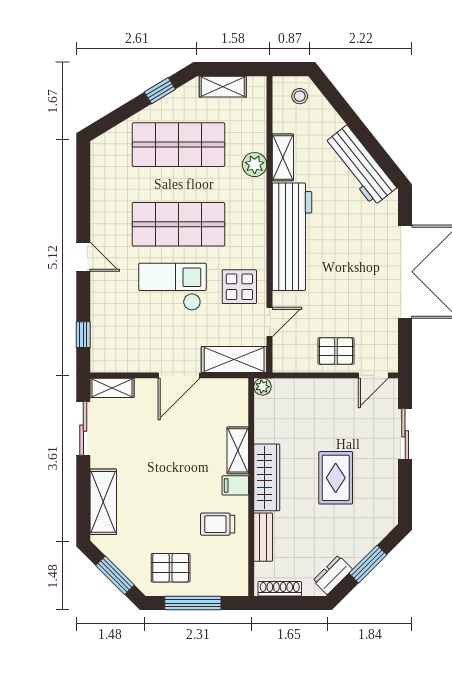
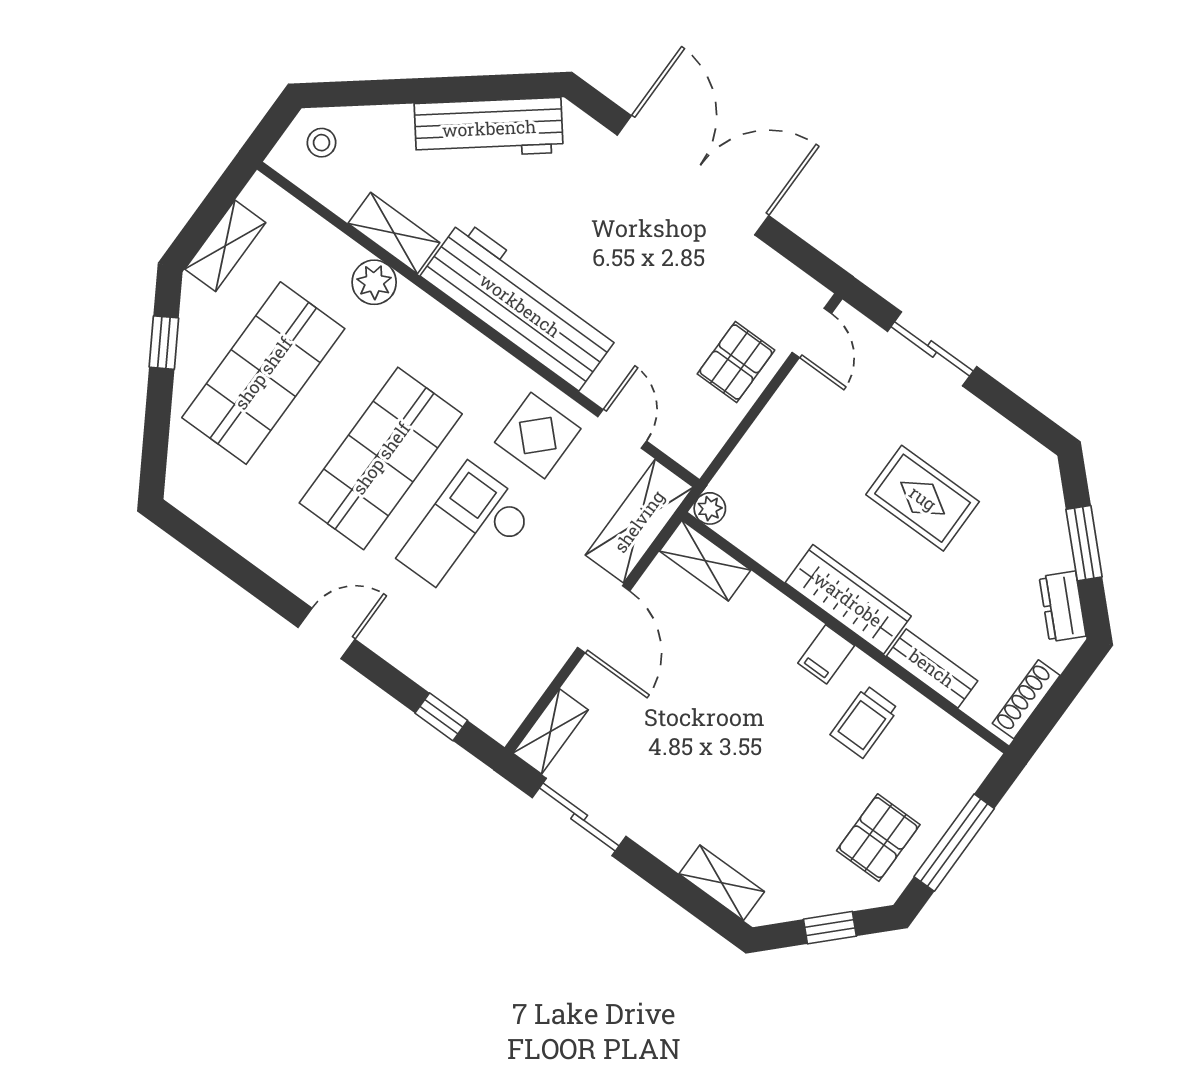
shelving: (238, 450) -> (705, 561), moved
shelving: (103, 502) -> (722, 883), width x0.67, depth x0.75
window: (115, 575) -> (830, 928), width x0.67

